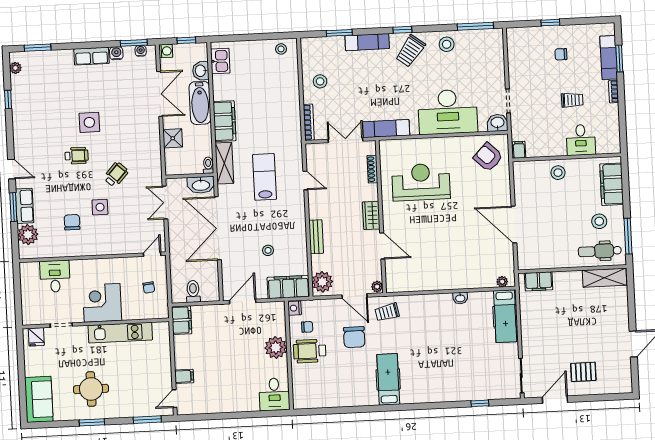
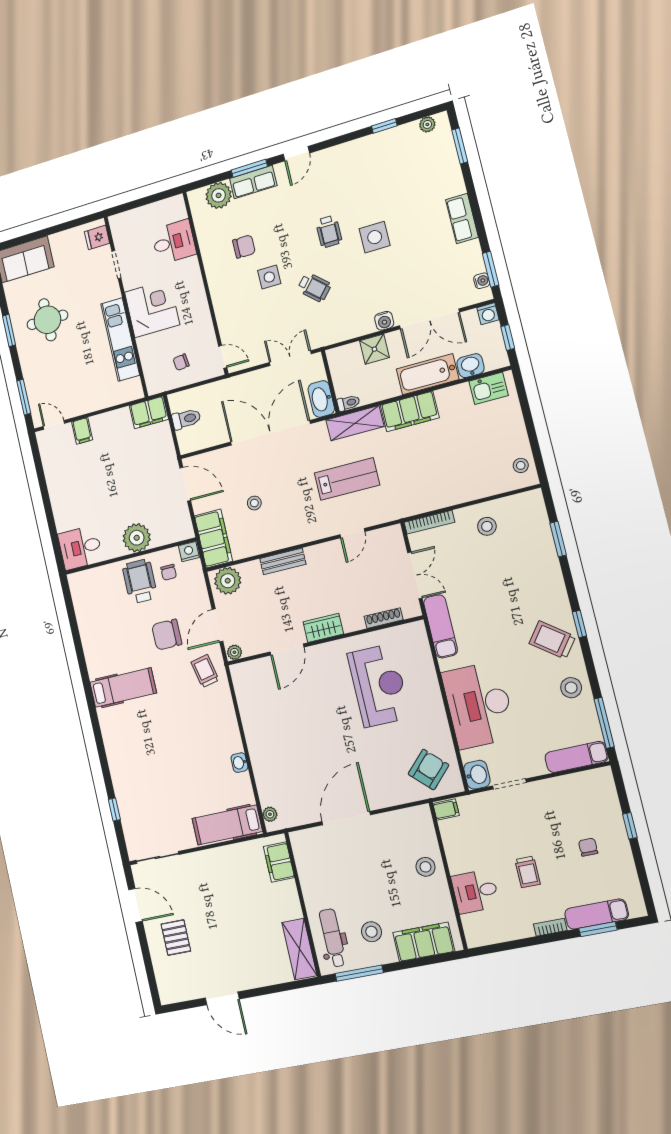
exam couch: (367, 42) -> (576, 757), moved, turned 90
water cooler: (116, 53) -> (384, 321), moved, turned 90

